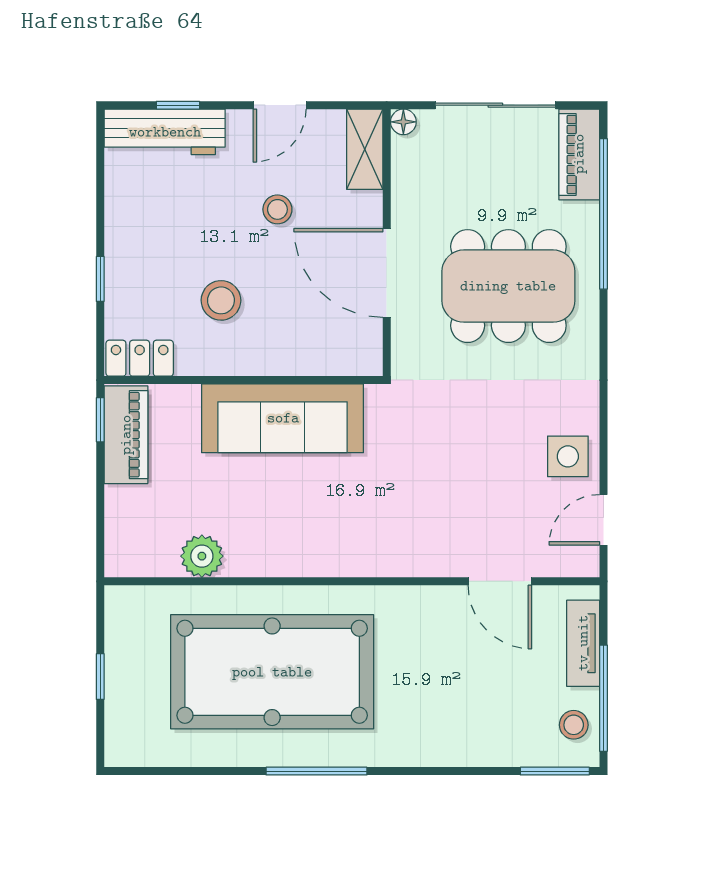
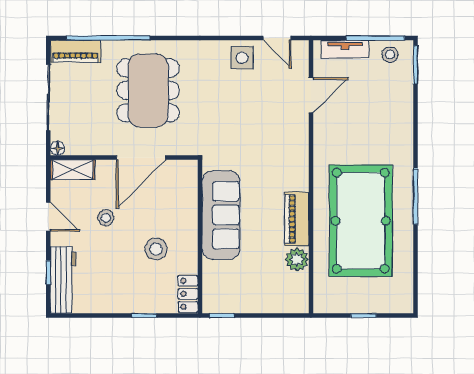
piano: (126, 435) -> (297, 219), moved, turned -90

